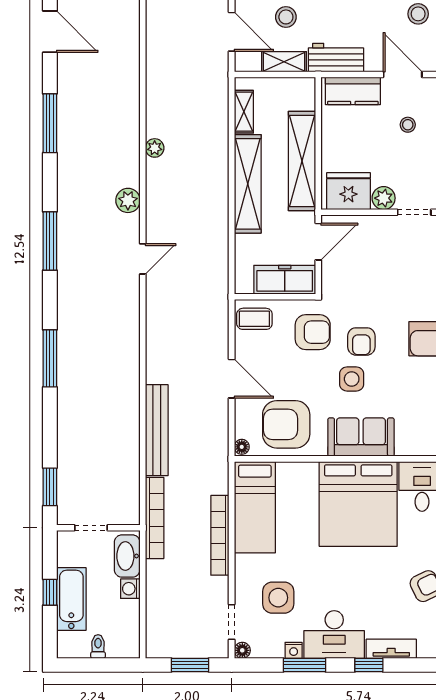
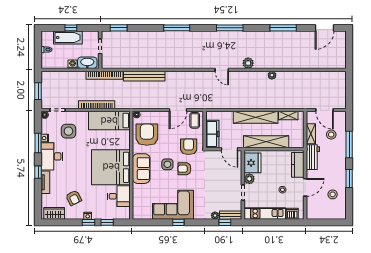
door: (232, 32) -> (325, 110), hinge flipped
armchair: (313, 332) -> (189, 147), turned 180
door: (232, 379) -> (178, 110), moved

